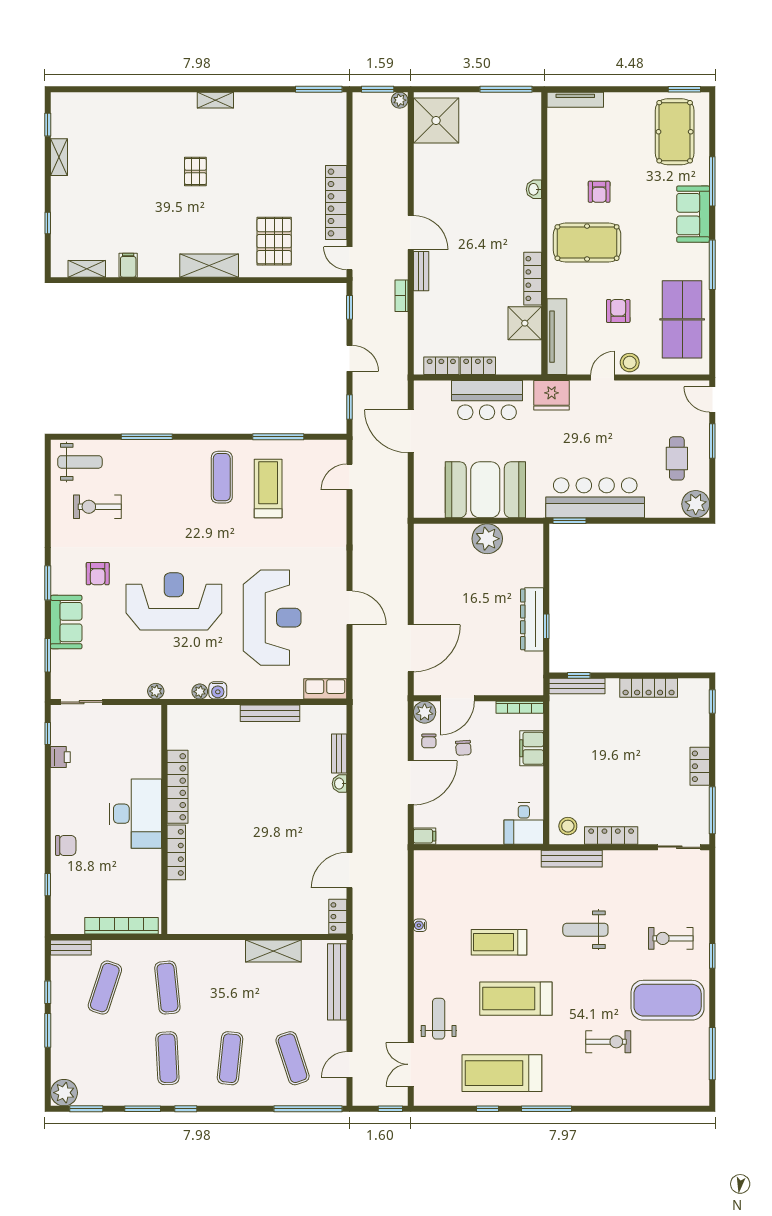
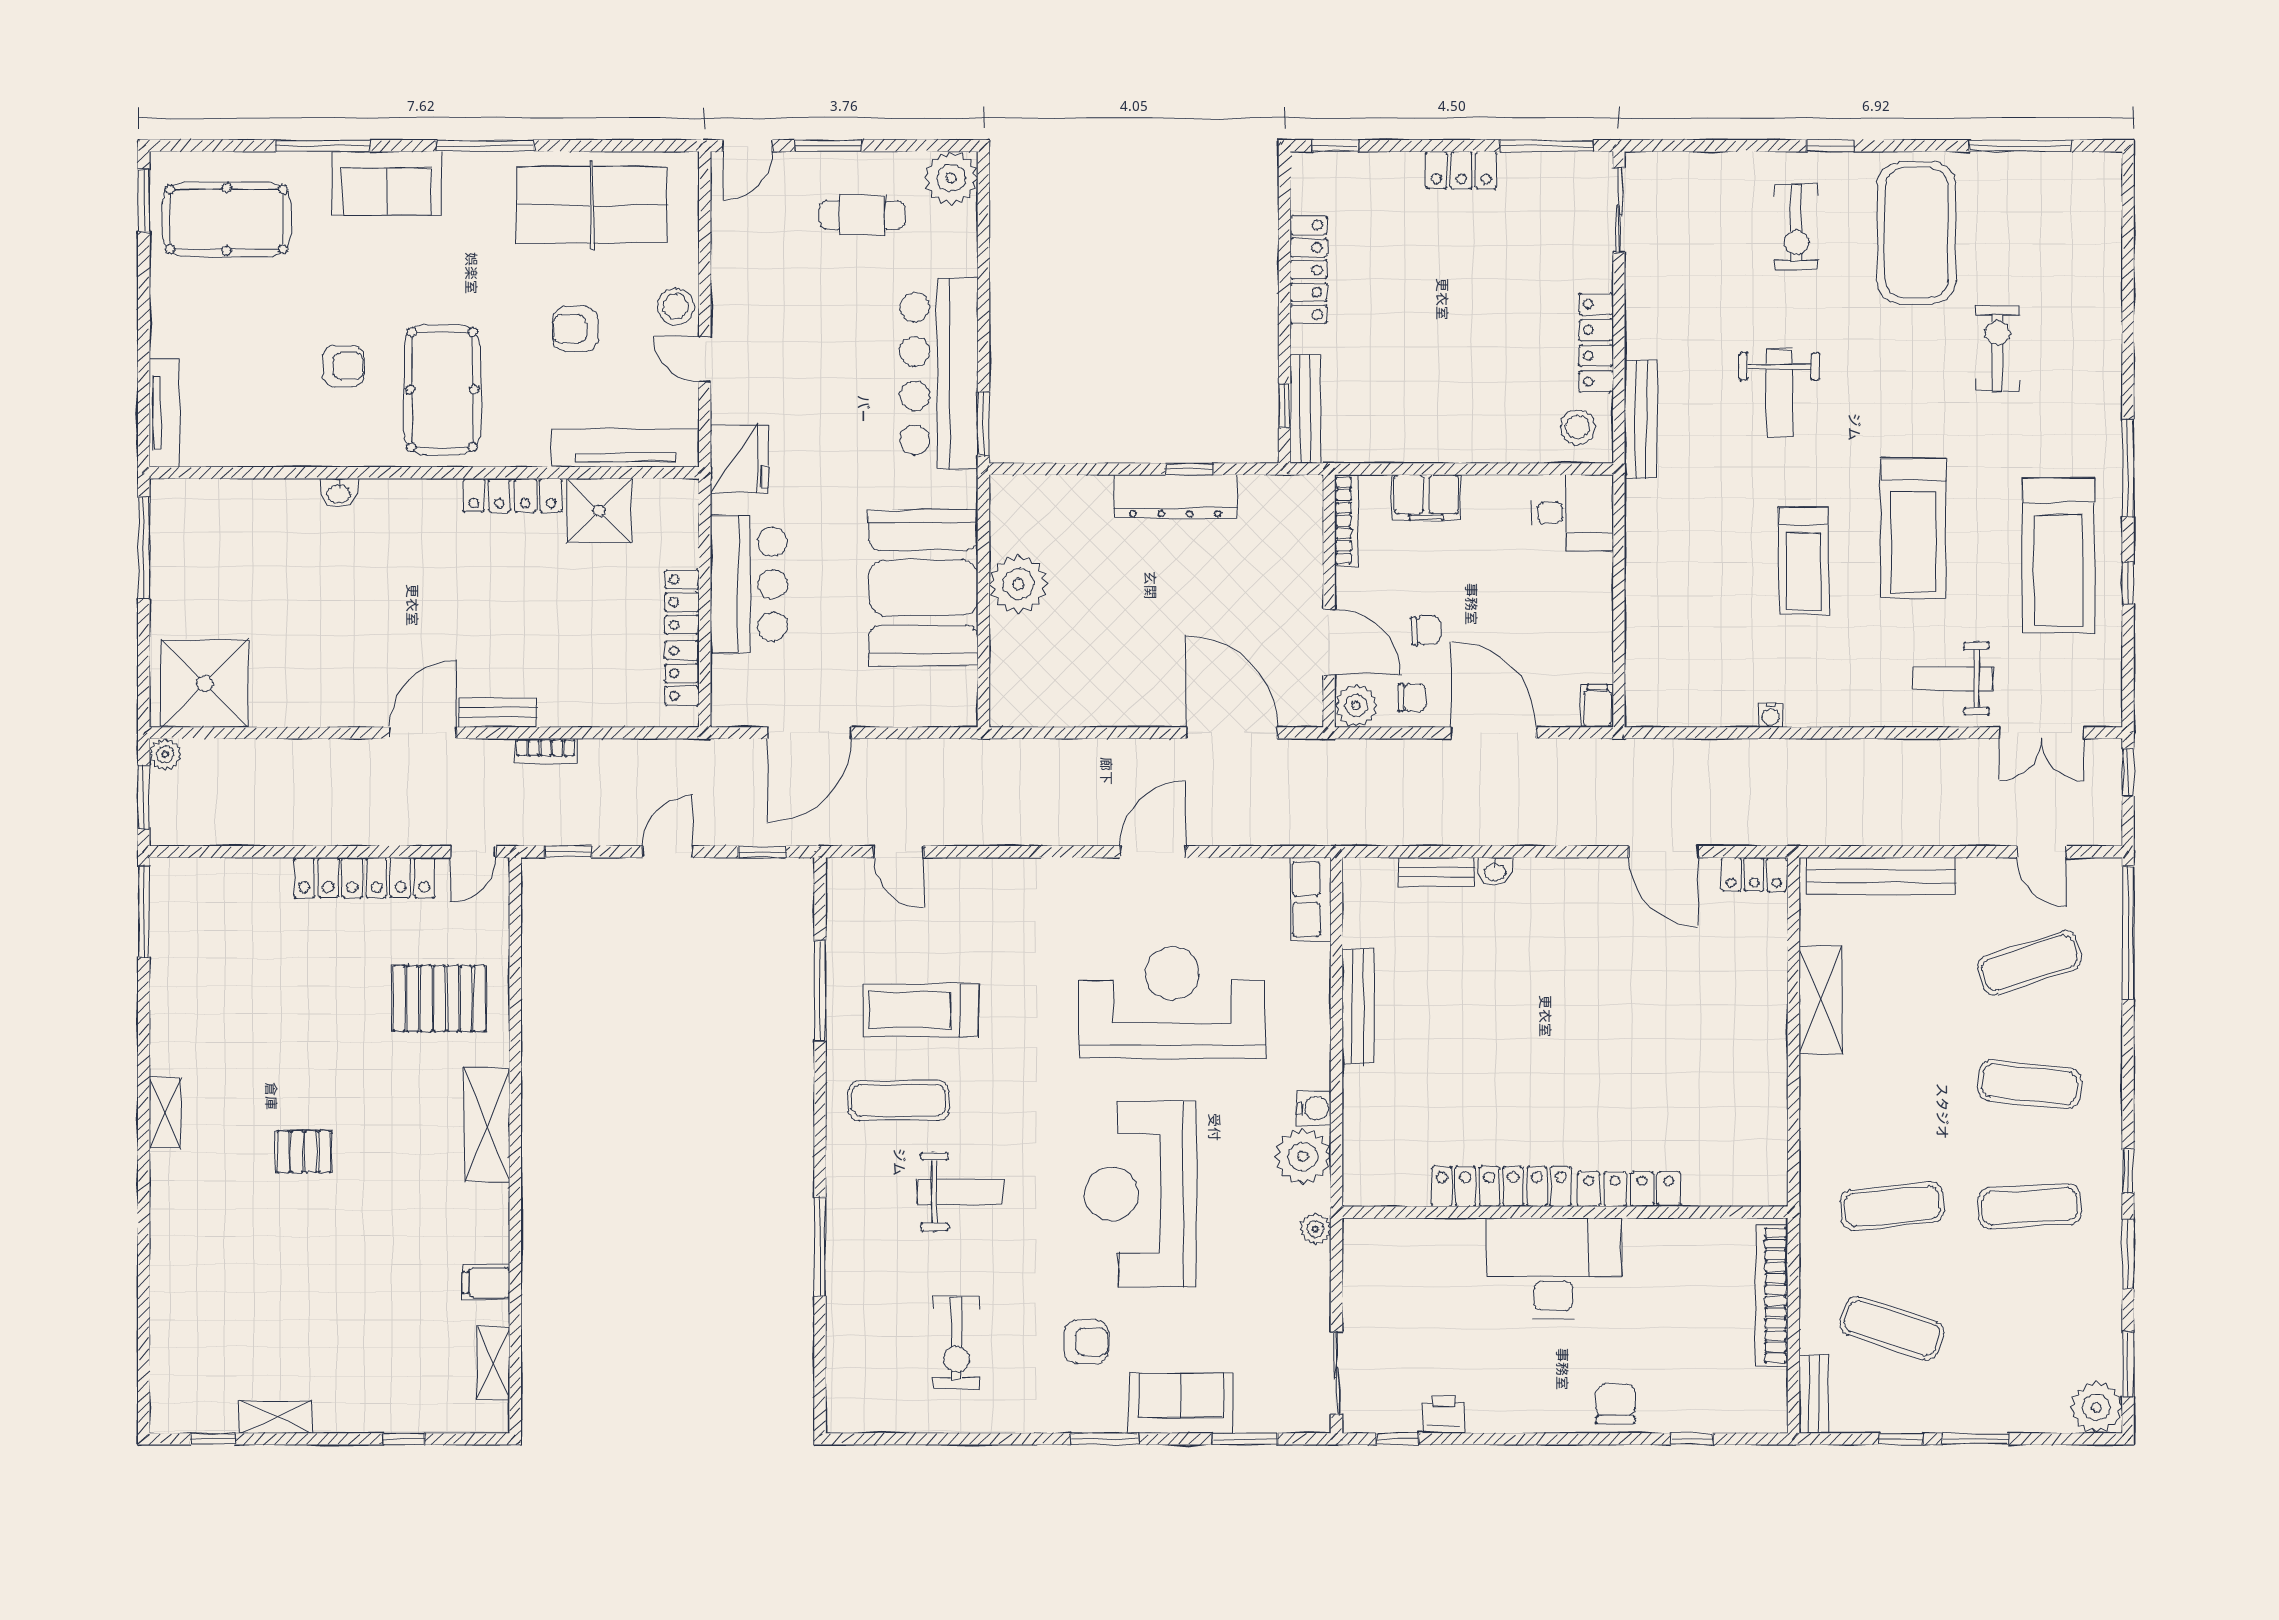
weight bench: (80, 462) -> (960, 1192), moved, turned 90
plant: (200, 692) -> (1303, 1156), width x1.88, depth x1.88

